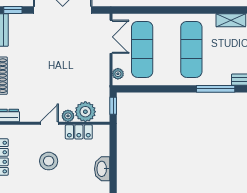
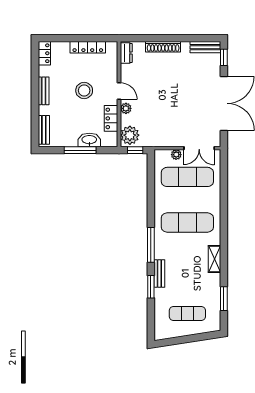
plant: (118, 74) -> (176, 155), moved
plant: (85, 112) -> (130, 135), moved
window: (113, 165) -> (80, 150), added
washbasin: (102, 169) -> (89, 140), moved

